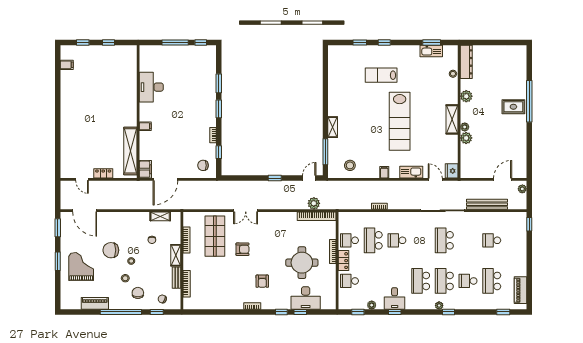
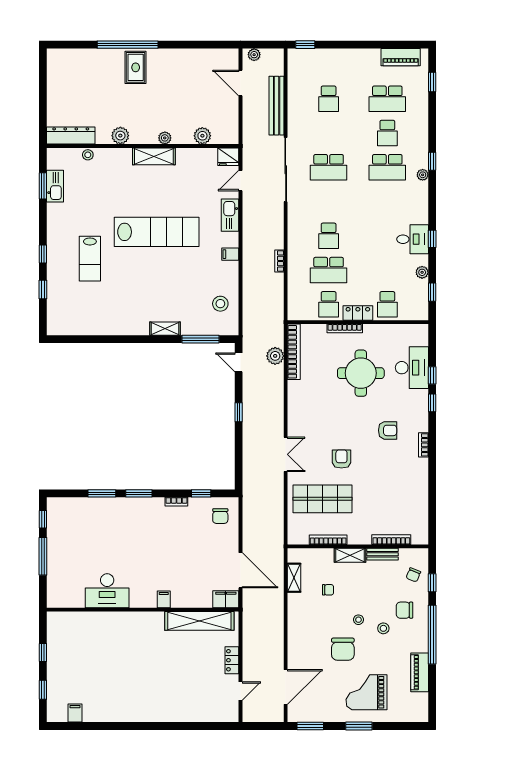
plant: (466, 138) -> (202, 136), moved
school desk: (421, 281) -> (387, 202), removed

